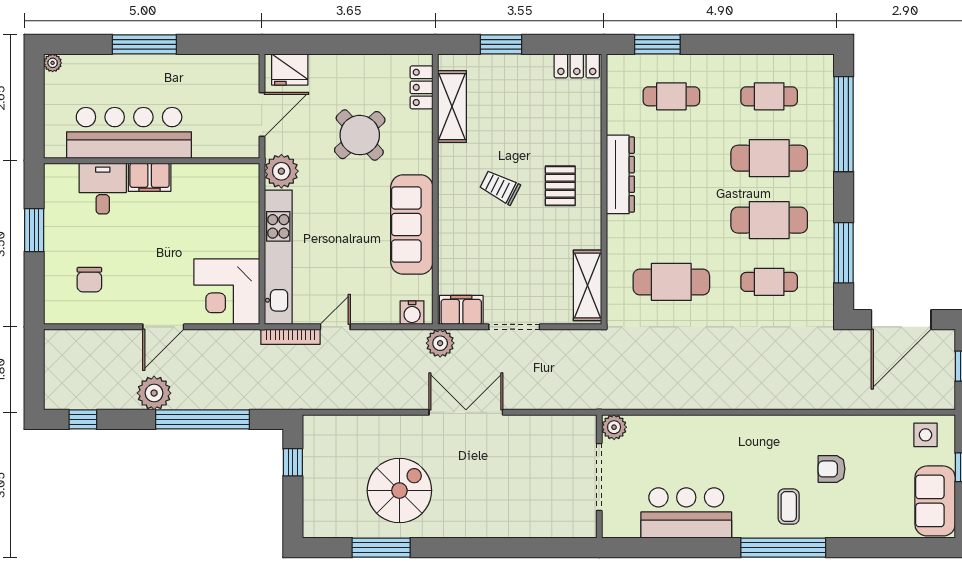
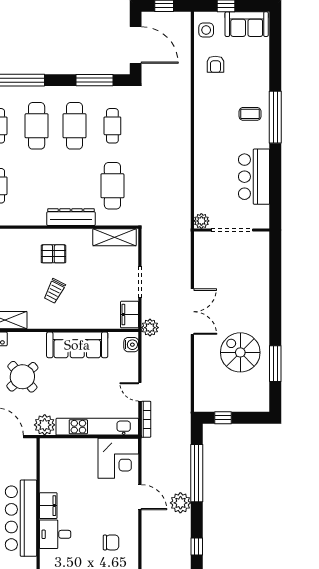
dresser: (620, 174) -> (71, 217), moved
double door: (466, 412) -> (192, 312), swing flipped
armchair: (832, 469) -> (215, 64), moved

